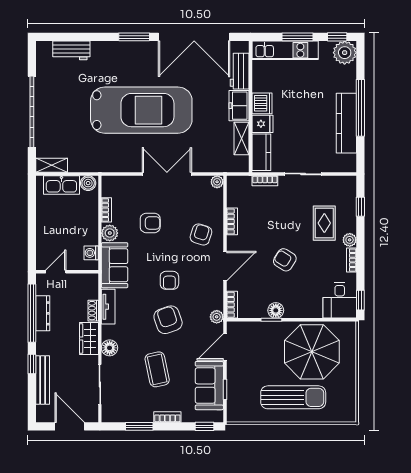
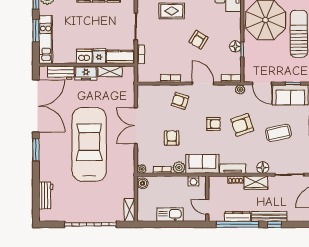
plant: (217, 182) -> (142, 169), moved
kitchen sink: (61, 185) -> (170, 215), moved, turned -90
bench: (43, 380) -> (269, 216), moved

